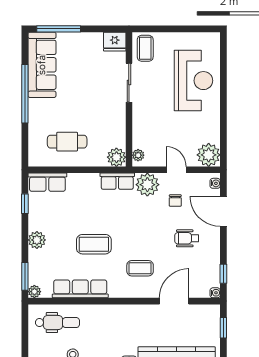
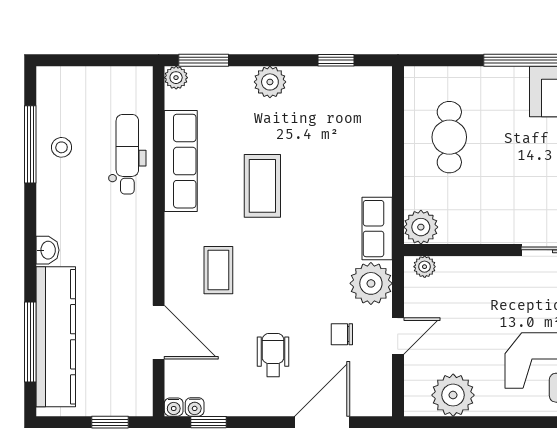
plant: (209, 155) -> (453, 395), moved
row of seats: (47, 182) -> (375, 101), removed
water cooler: (215, 183) -> (195, 407), moved
dental chair: (57, 323) -> (127, 154), moved, turned 180

